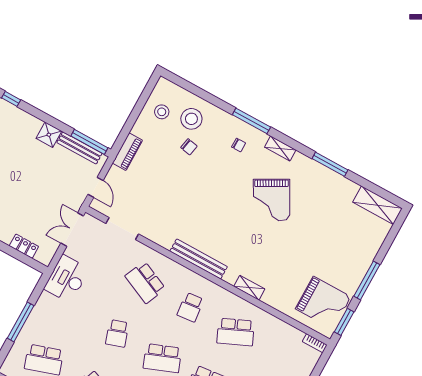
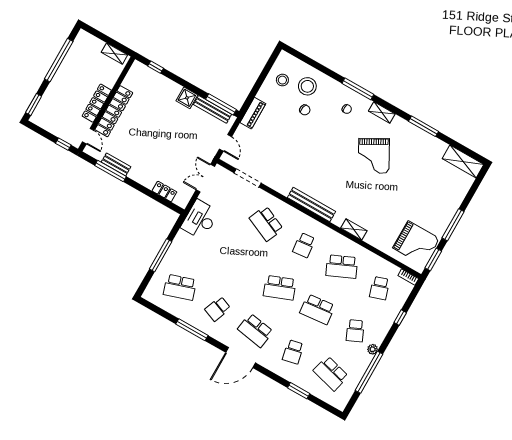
school desk: (117, 333) -> (379, 288), moved

